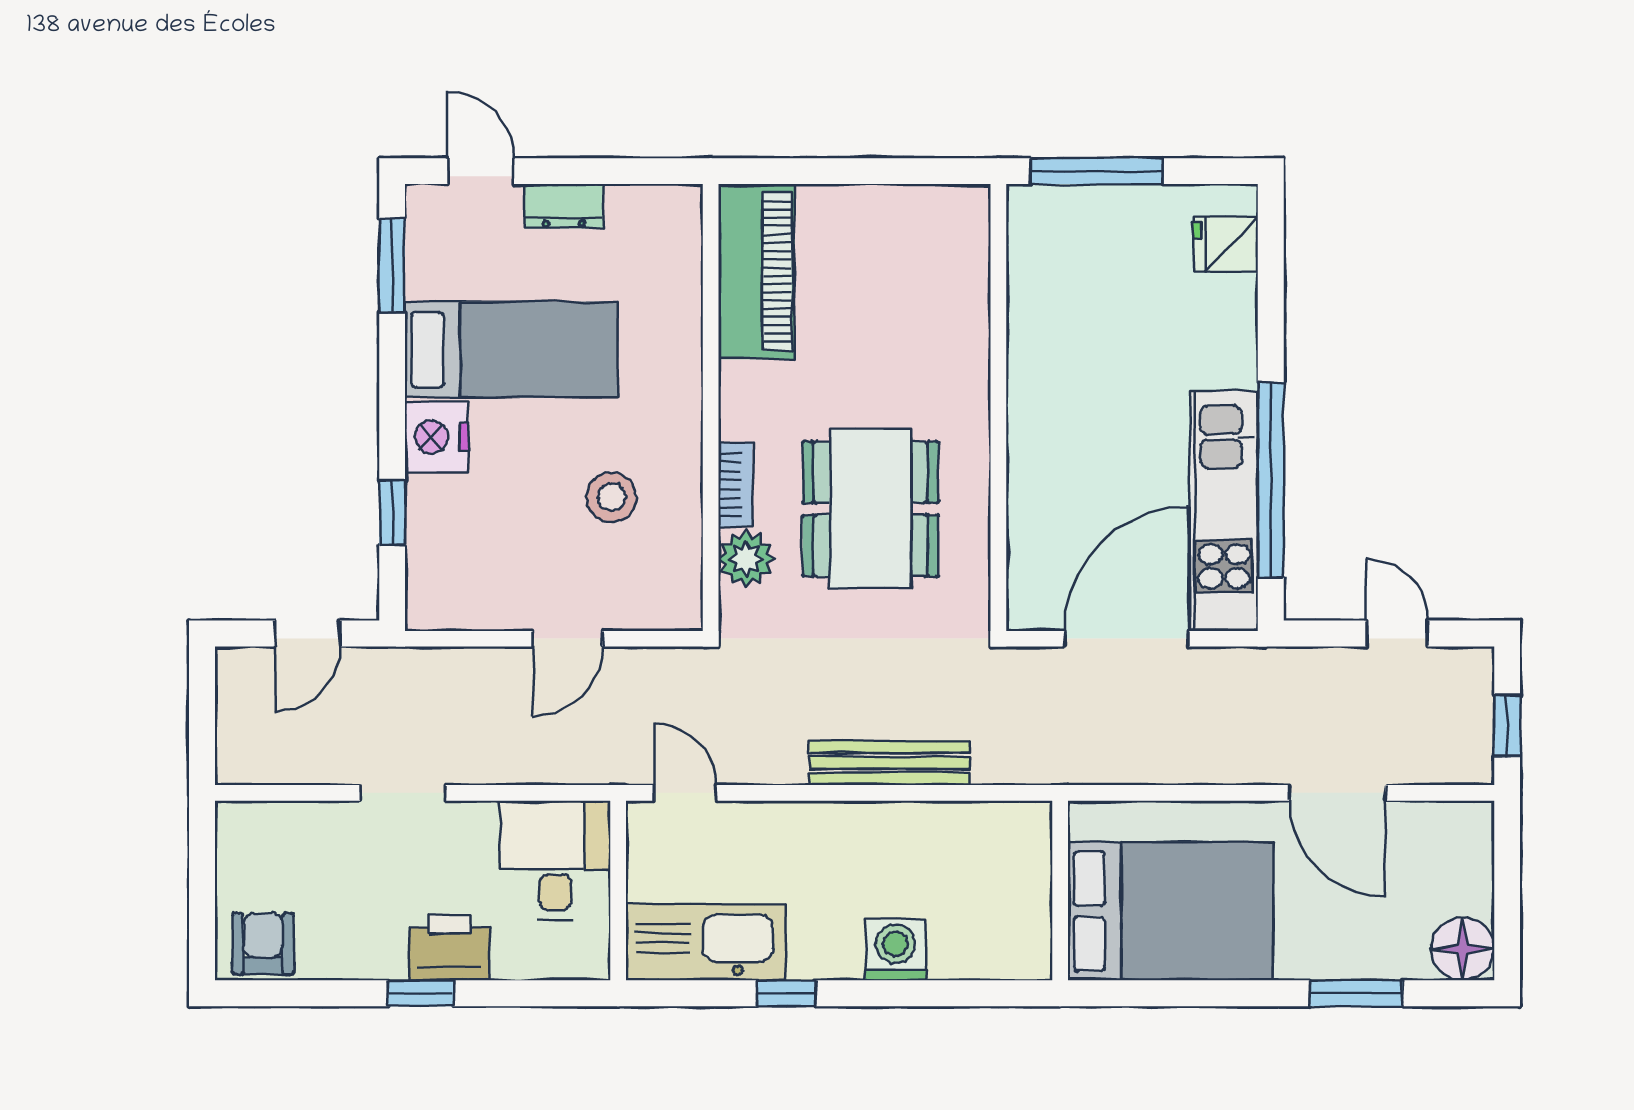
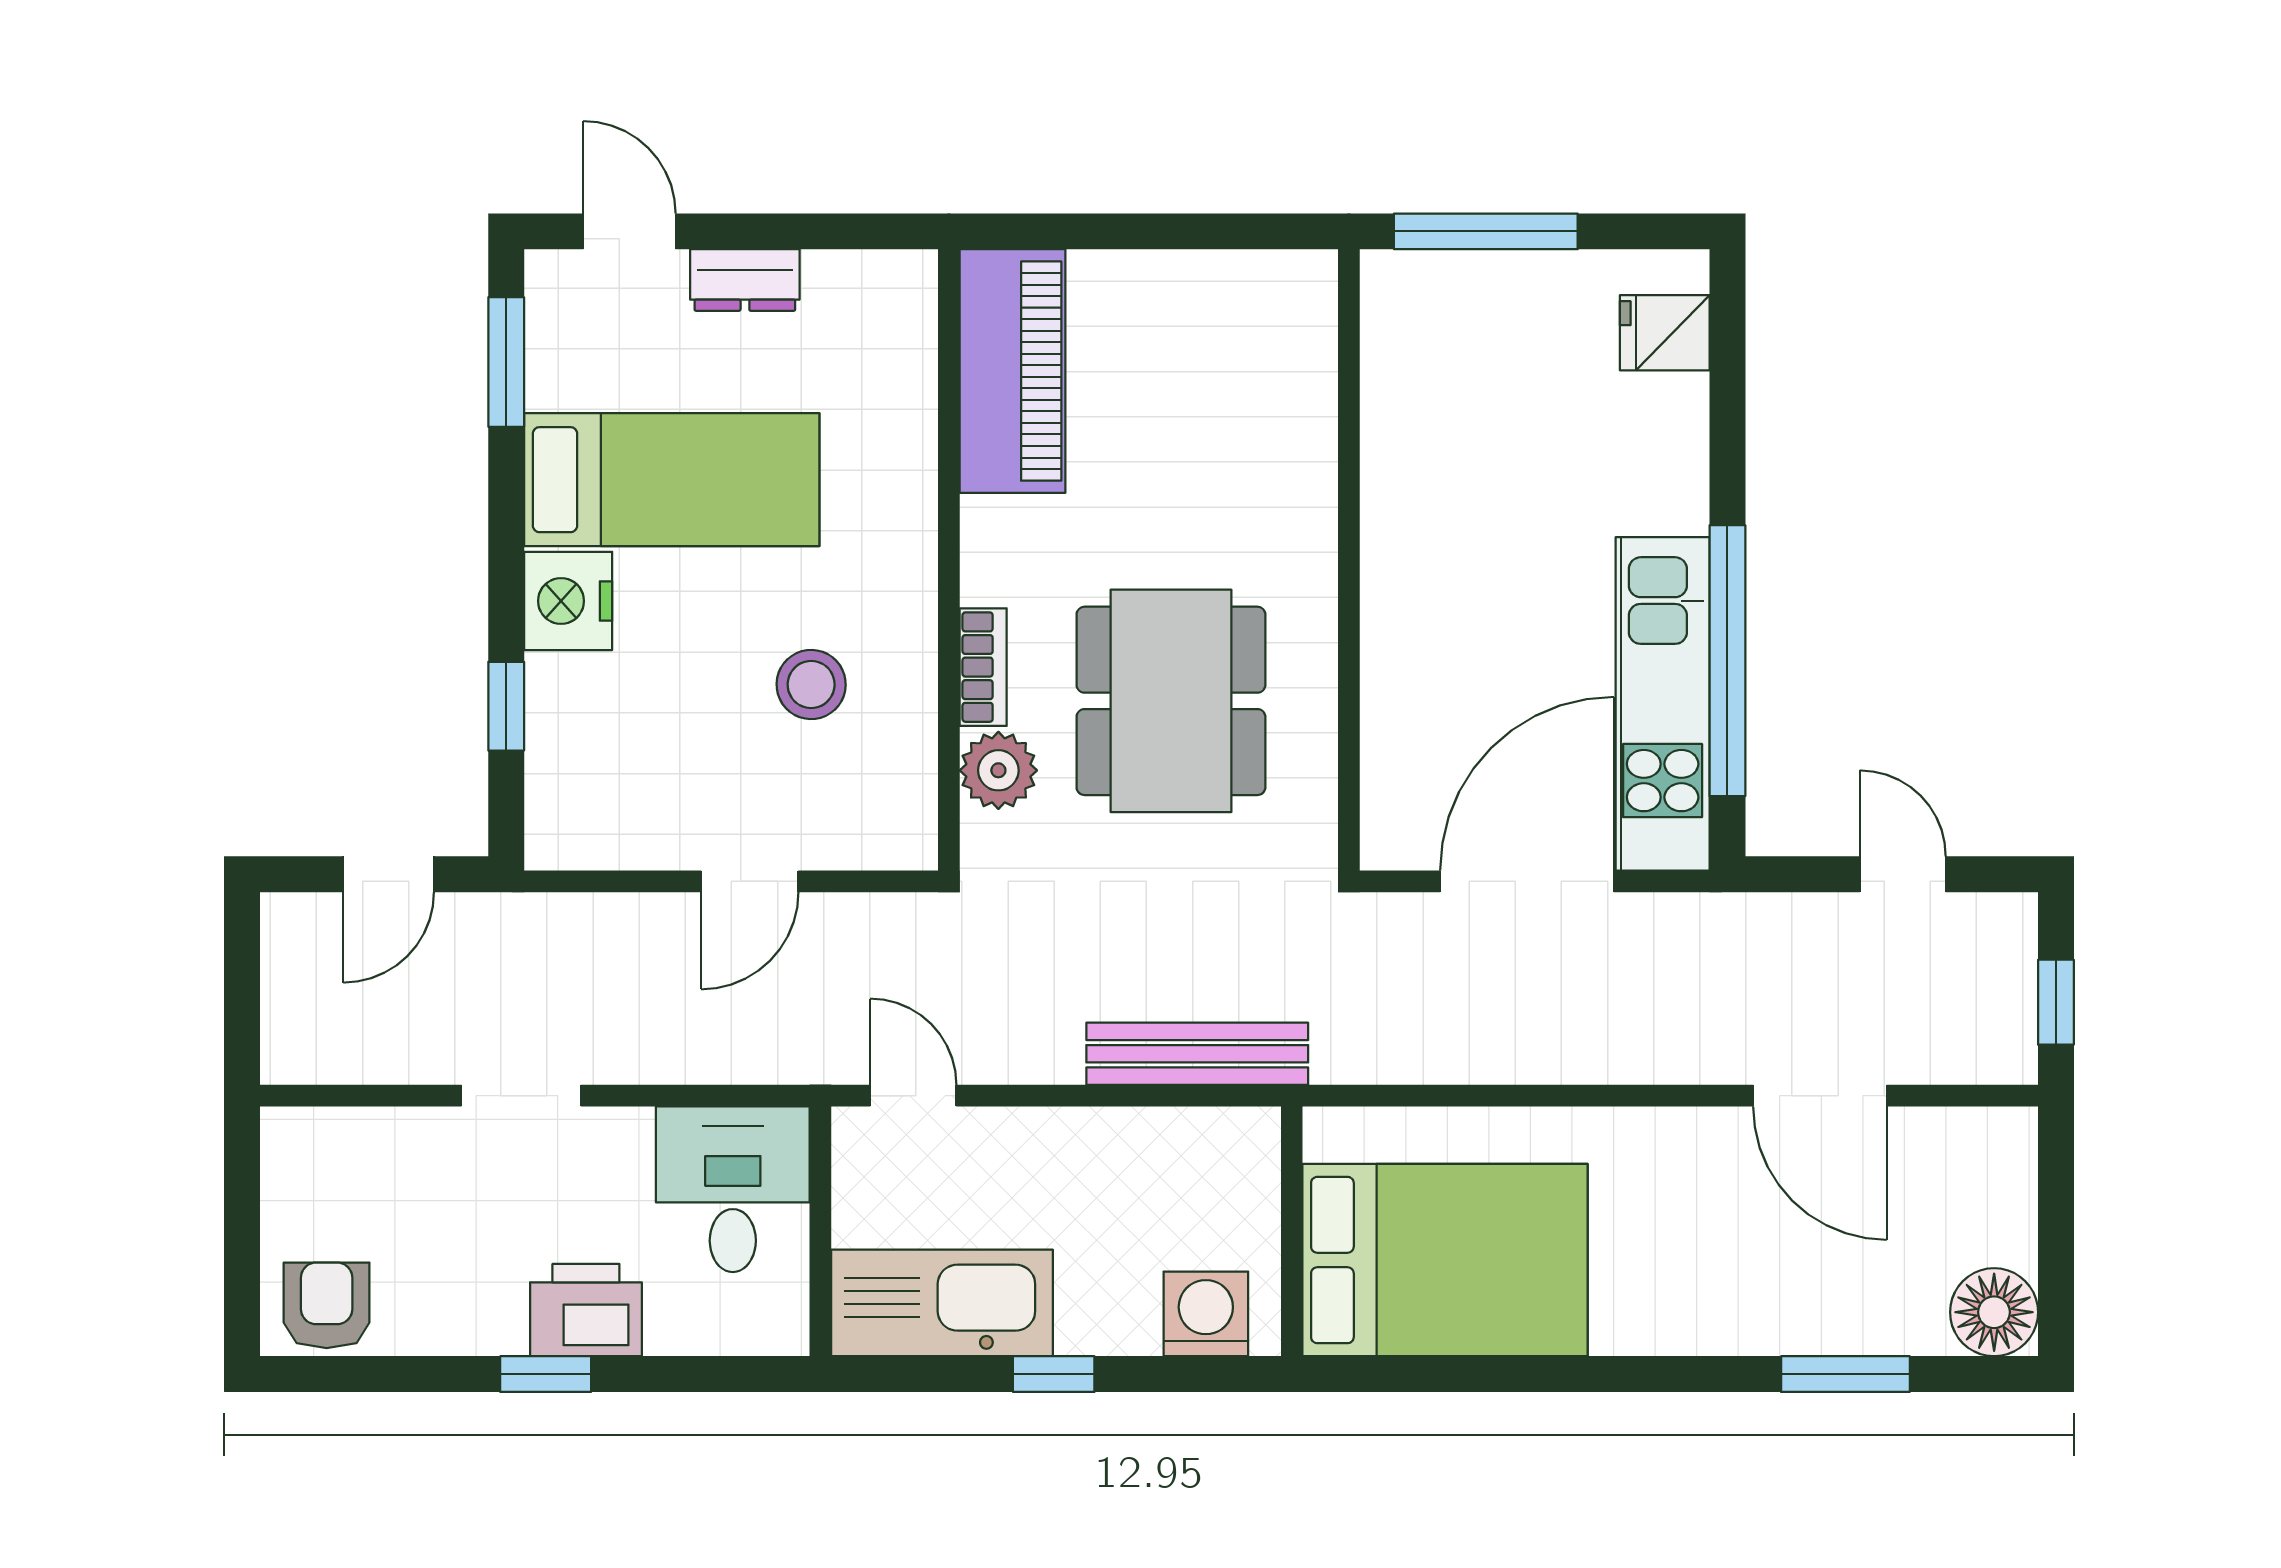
wall: (1060, 890) -> (1292, 1231), moved
bed: (1170, 911) -> (1445, 1260), moved

